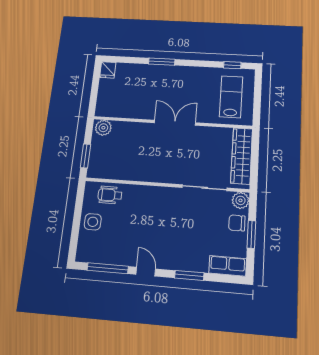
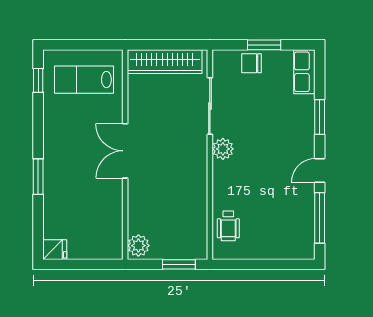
plant: (240, 200) -> (223, 149), moved
side table: (93, 222) -> (264, 244), removed
chair: (237, 223) -> (251, 63), turned 90

